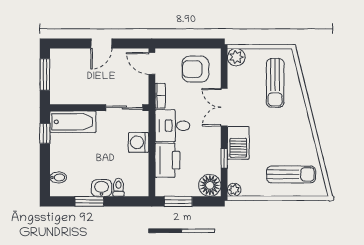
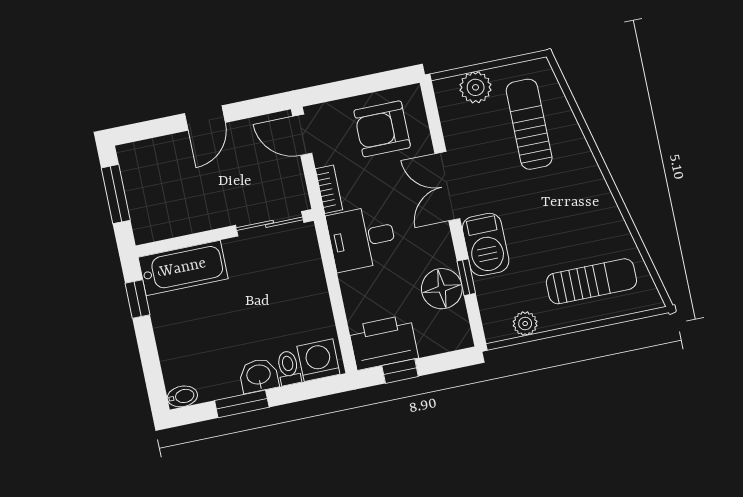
plant: (236, 57) -> (476, 87), moved
sun lounger: (275, 83) -> (529, 124), turned 180
washing machine: (139, 142) -> (318, 360), moved, turned 90
printer: (167, 160) -> (383, 342), moved, turned -90
bidet: (58, 178) -> (182, 396), moved
floor lamp: (210, 185) -> (442, 289), moved
plant: (234, 190) -> (525, 324), moved
window: (178, 201) -> (400, 371), width x0.67

